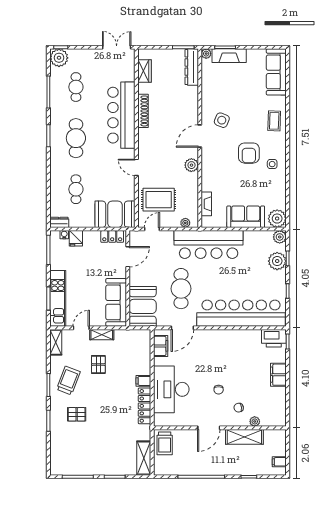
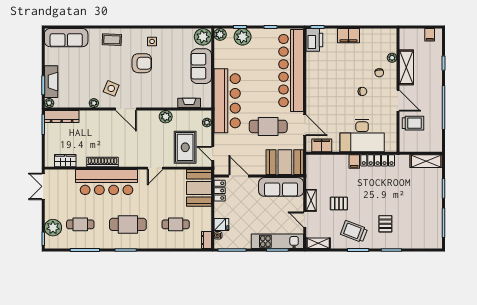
plant: (59, 58) -> (53, 228), moved
plant: (206, 102) -> (94, 103), added
plant: (191, 165) -> (166, 117), moved
trolley: (165, 443) -> (413, 123), moved

